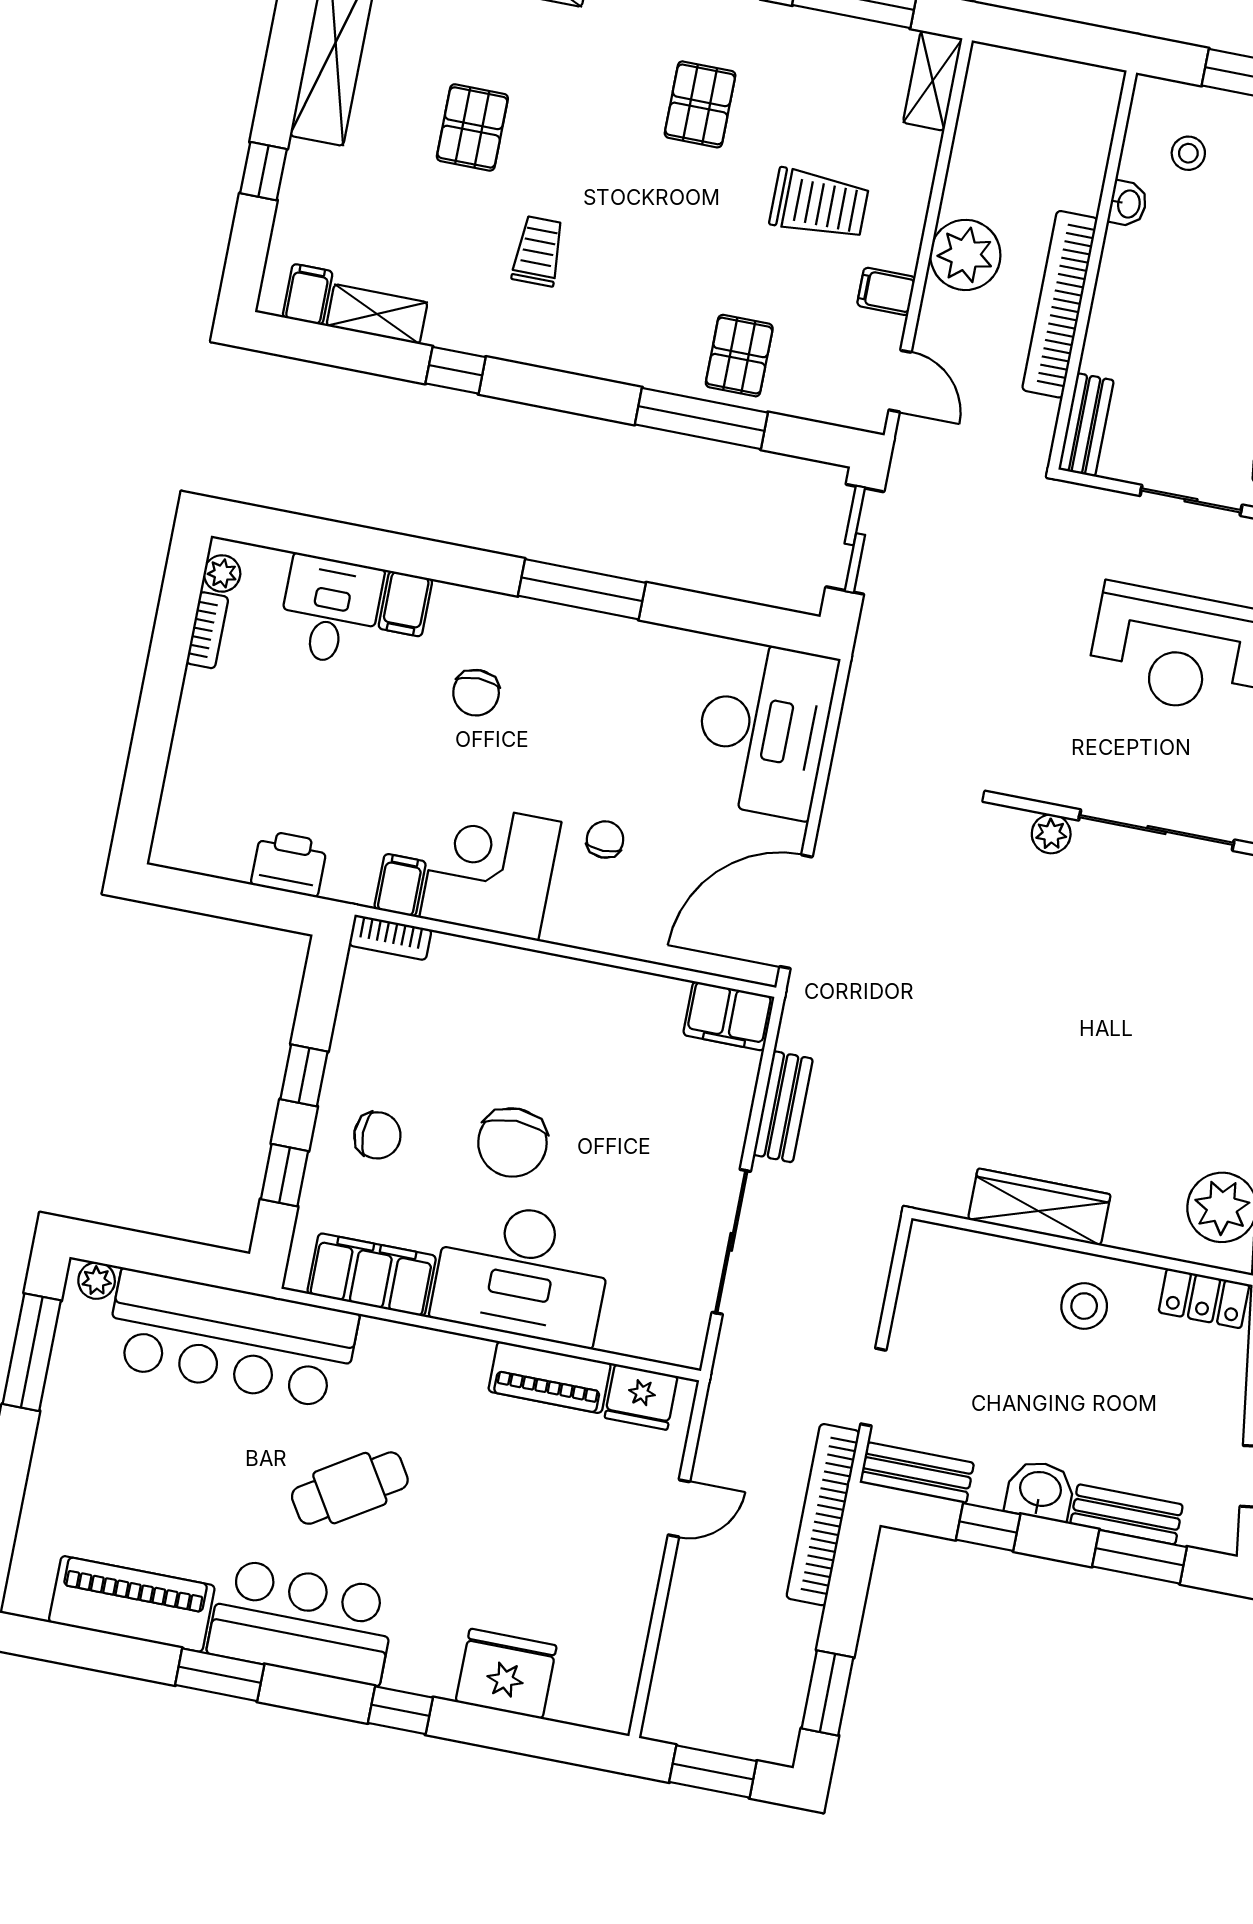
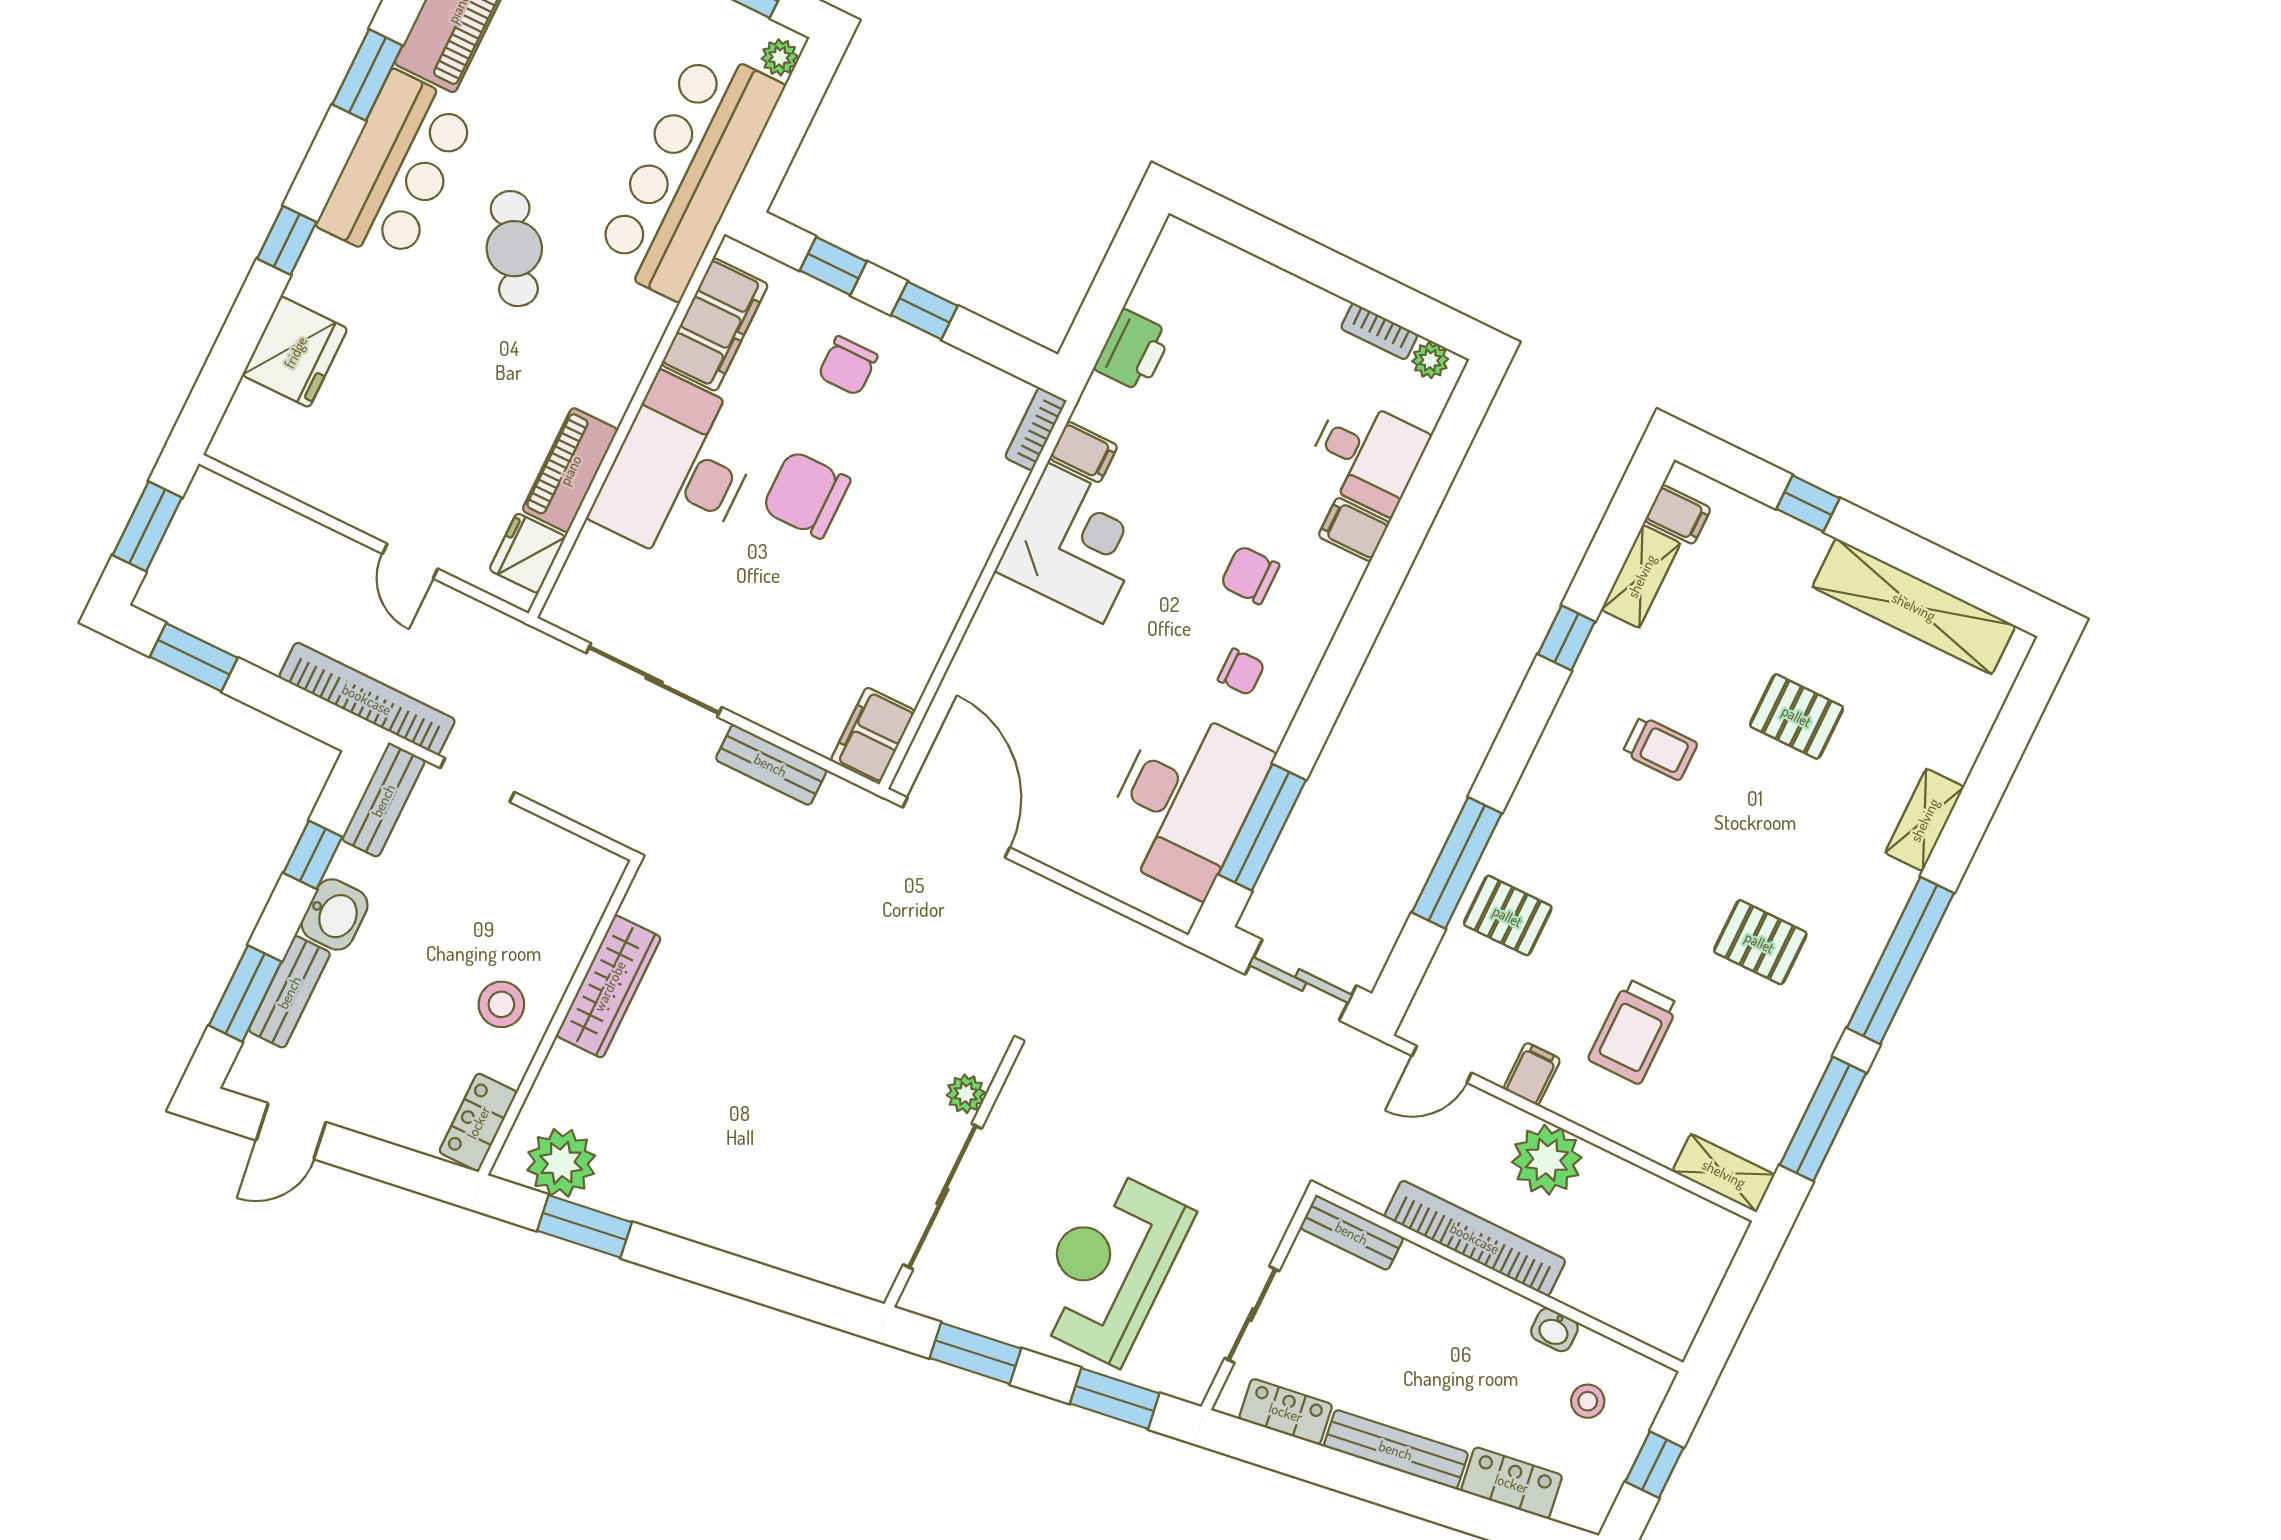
window: (582, 589) -> (1262, 827), moved
desk: (764, 729) -> (1185, 801), moved, turned -90
chair: (605, 840) -> (1241, 672), moved

